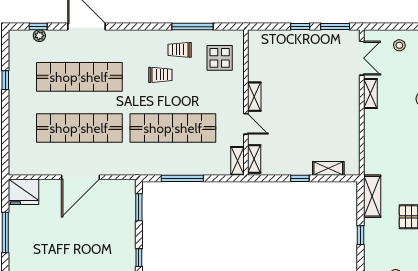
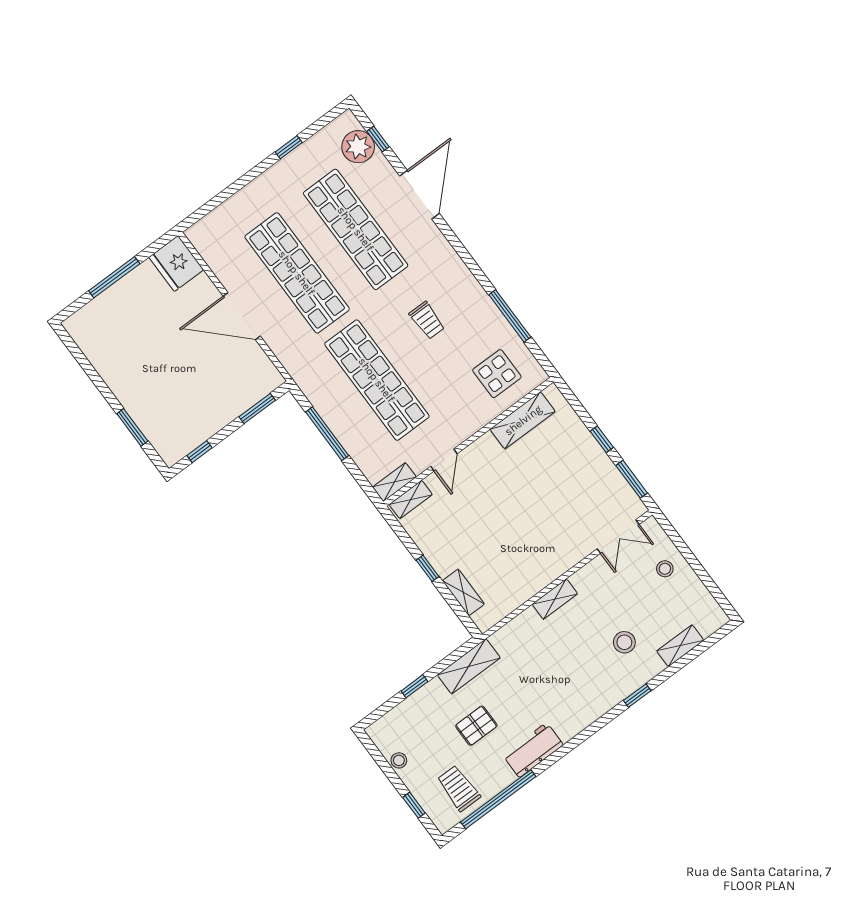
plant: (39, 36) -> (358, 147), width x1.88, depth x1.88
trolley: (180, 50) -> (472, 321), removed
shelving: (370, 94) -> (555, 599), moved
shelving: (254, 97) -> (523, 420), moved, width x1.50, depth x1.33

